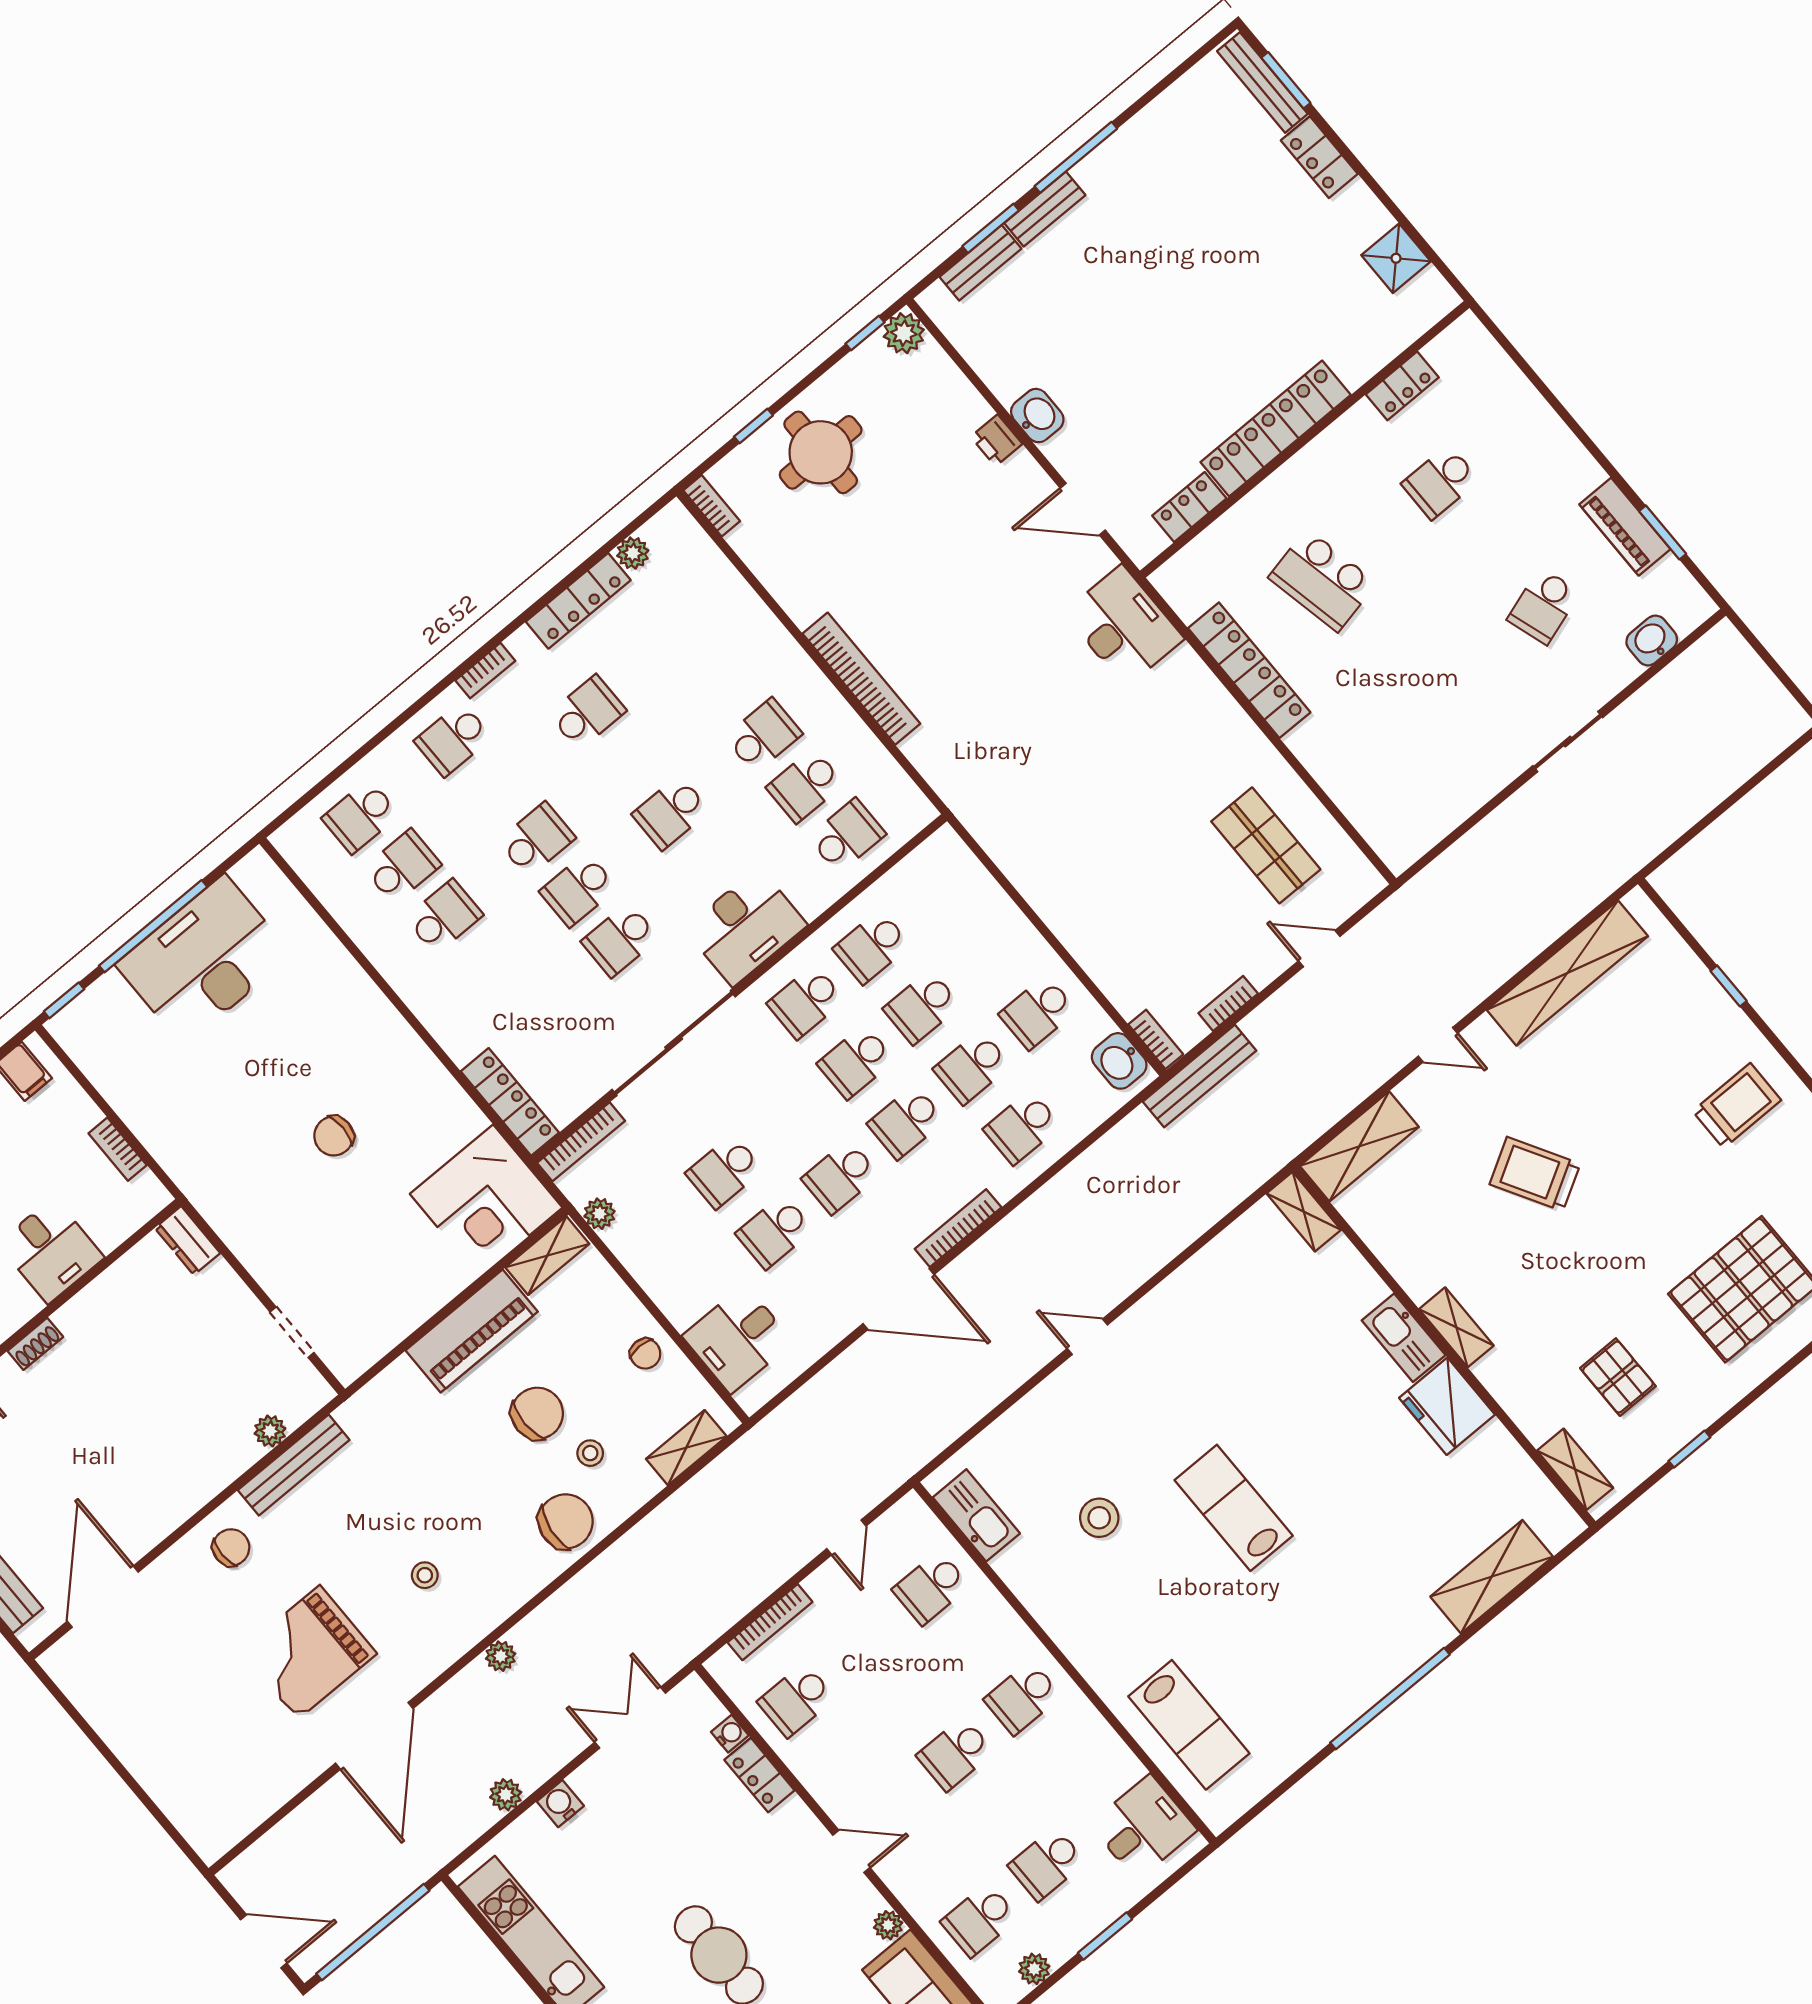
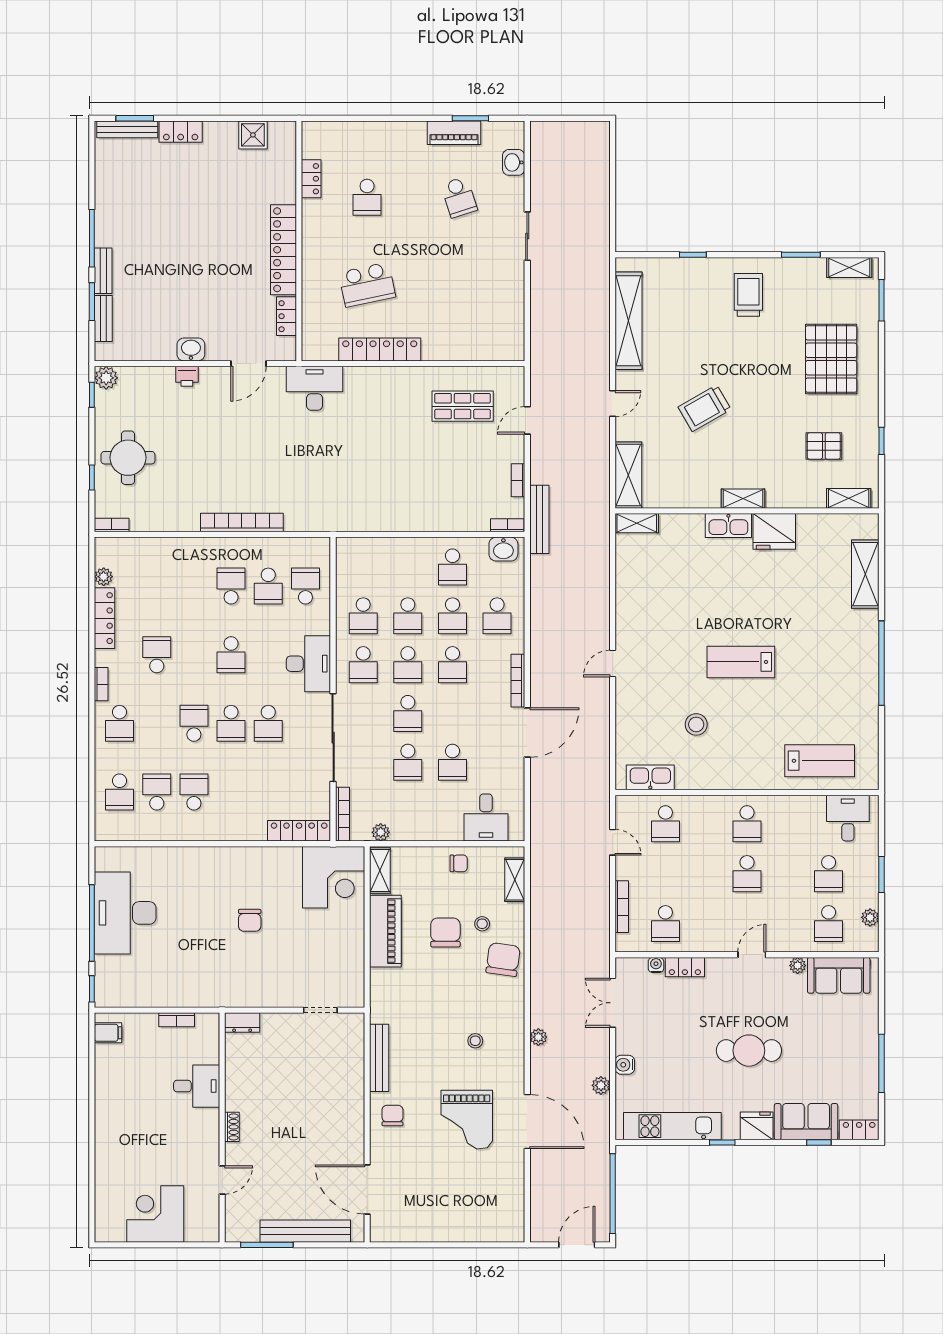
school desk: (840, 1177) -> (408, 713), moved
plant: (270, 1431) -> (356, 1056), removed

